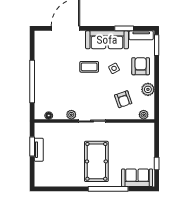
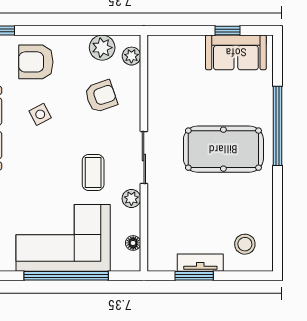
coffee table: (89, 67) -> (93, 173), moved
corner sofa: (51, 80) -> (63, 238), added
plant: (148, 89) -> (102, 48), moved
stool: (48, 172) -> (245, 244), added
sofa: (137, 178) -> (236, 52), moved, turned -90

